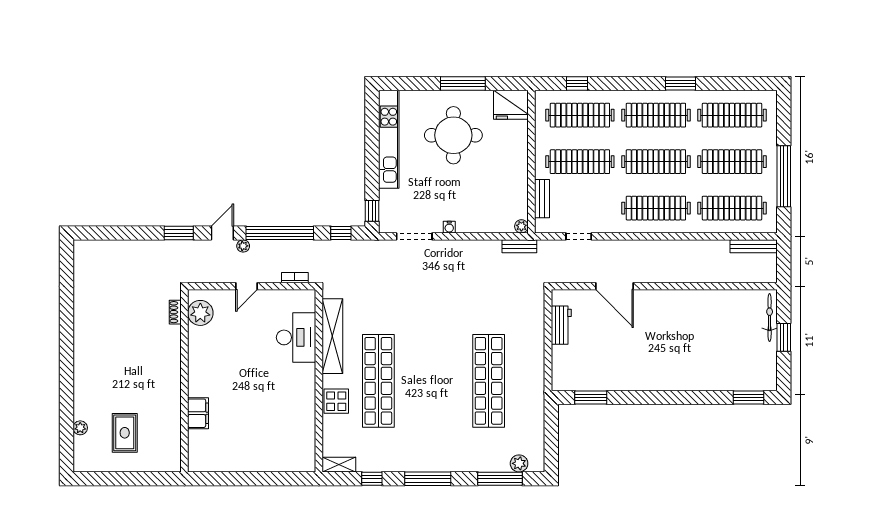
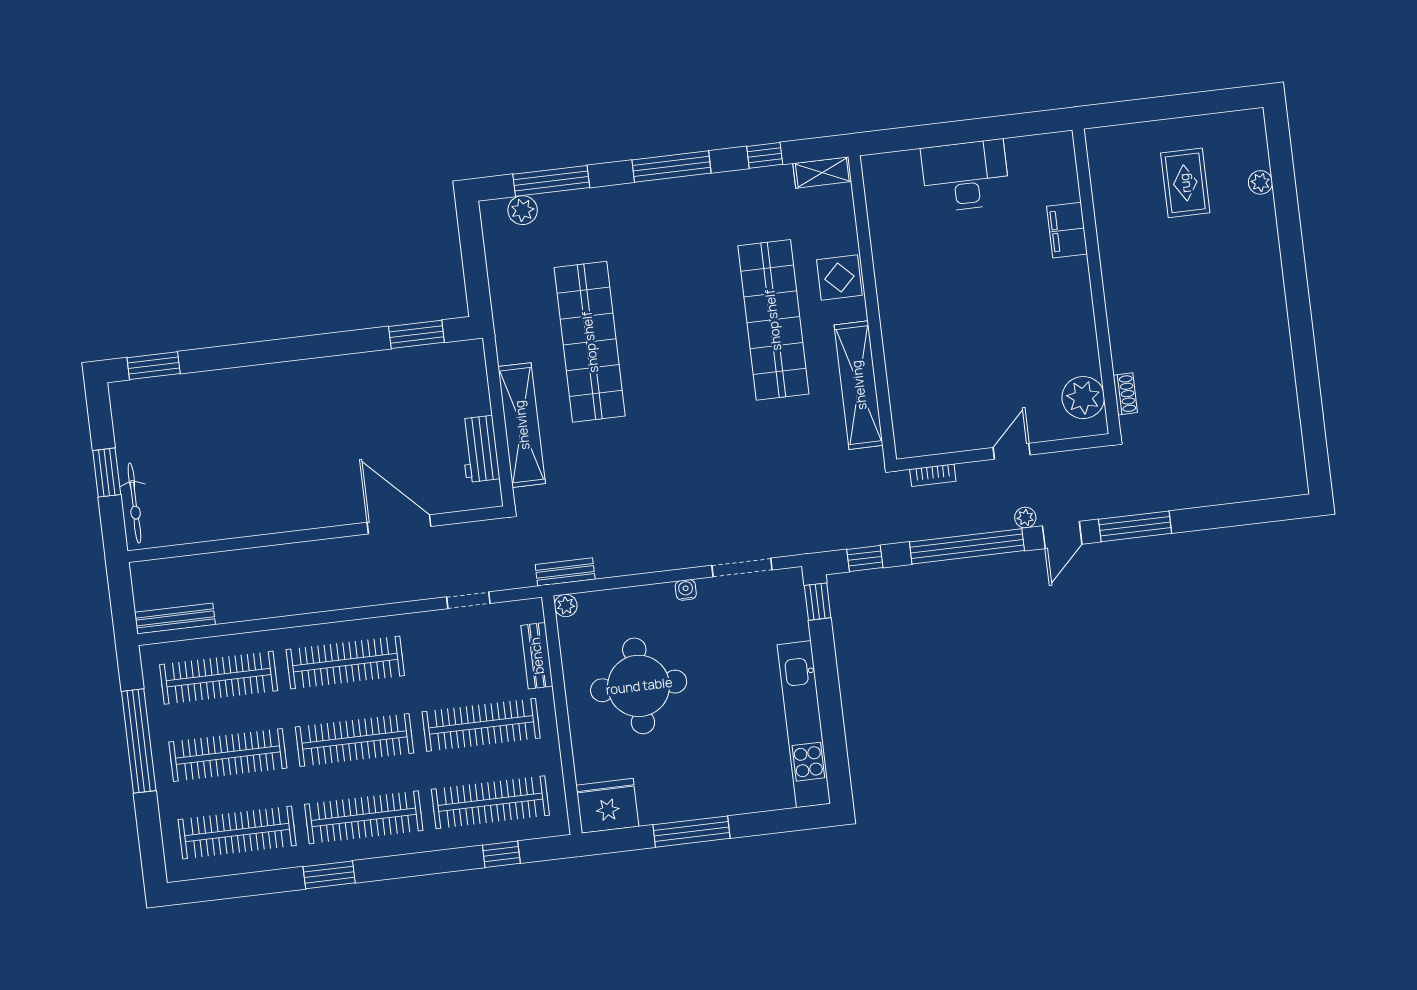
round table: (453, 135) -> (639, 686), moved
window: (179, 233) -> (1135, 526), width x1.44
shelving: (535, 336) -> (522, 425), added
desk: (296, 337) -> (965, 176), moved, turned 90

